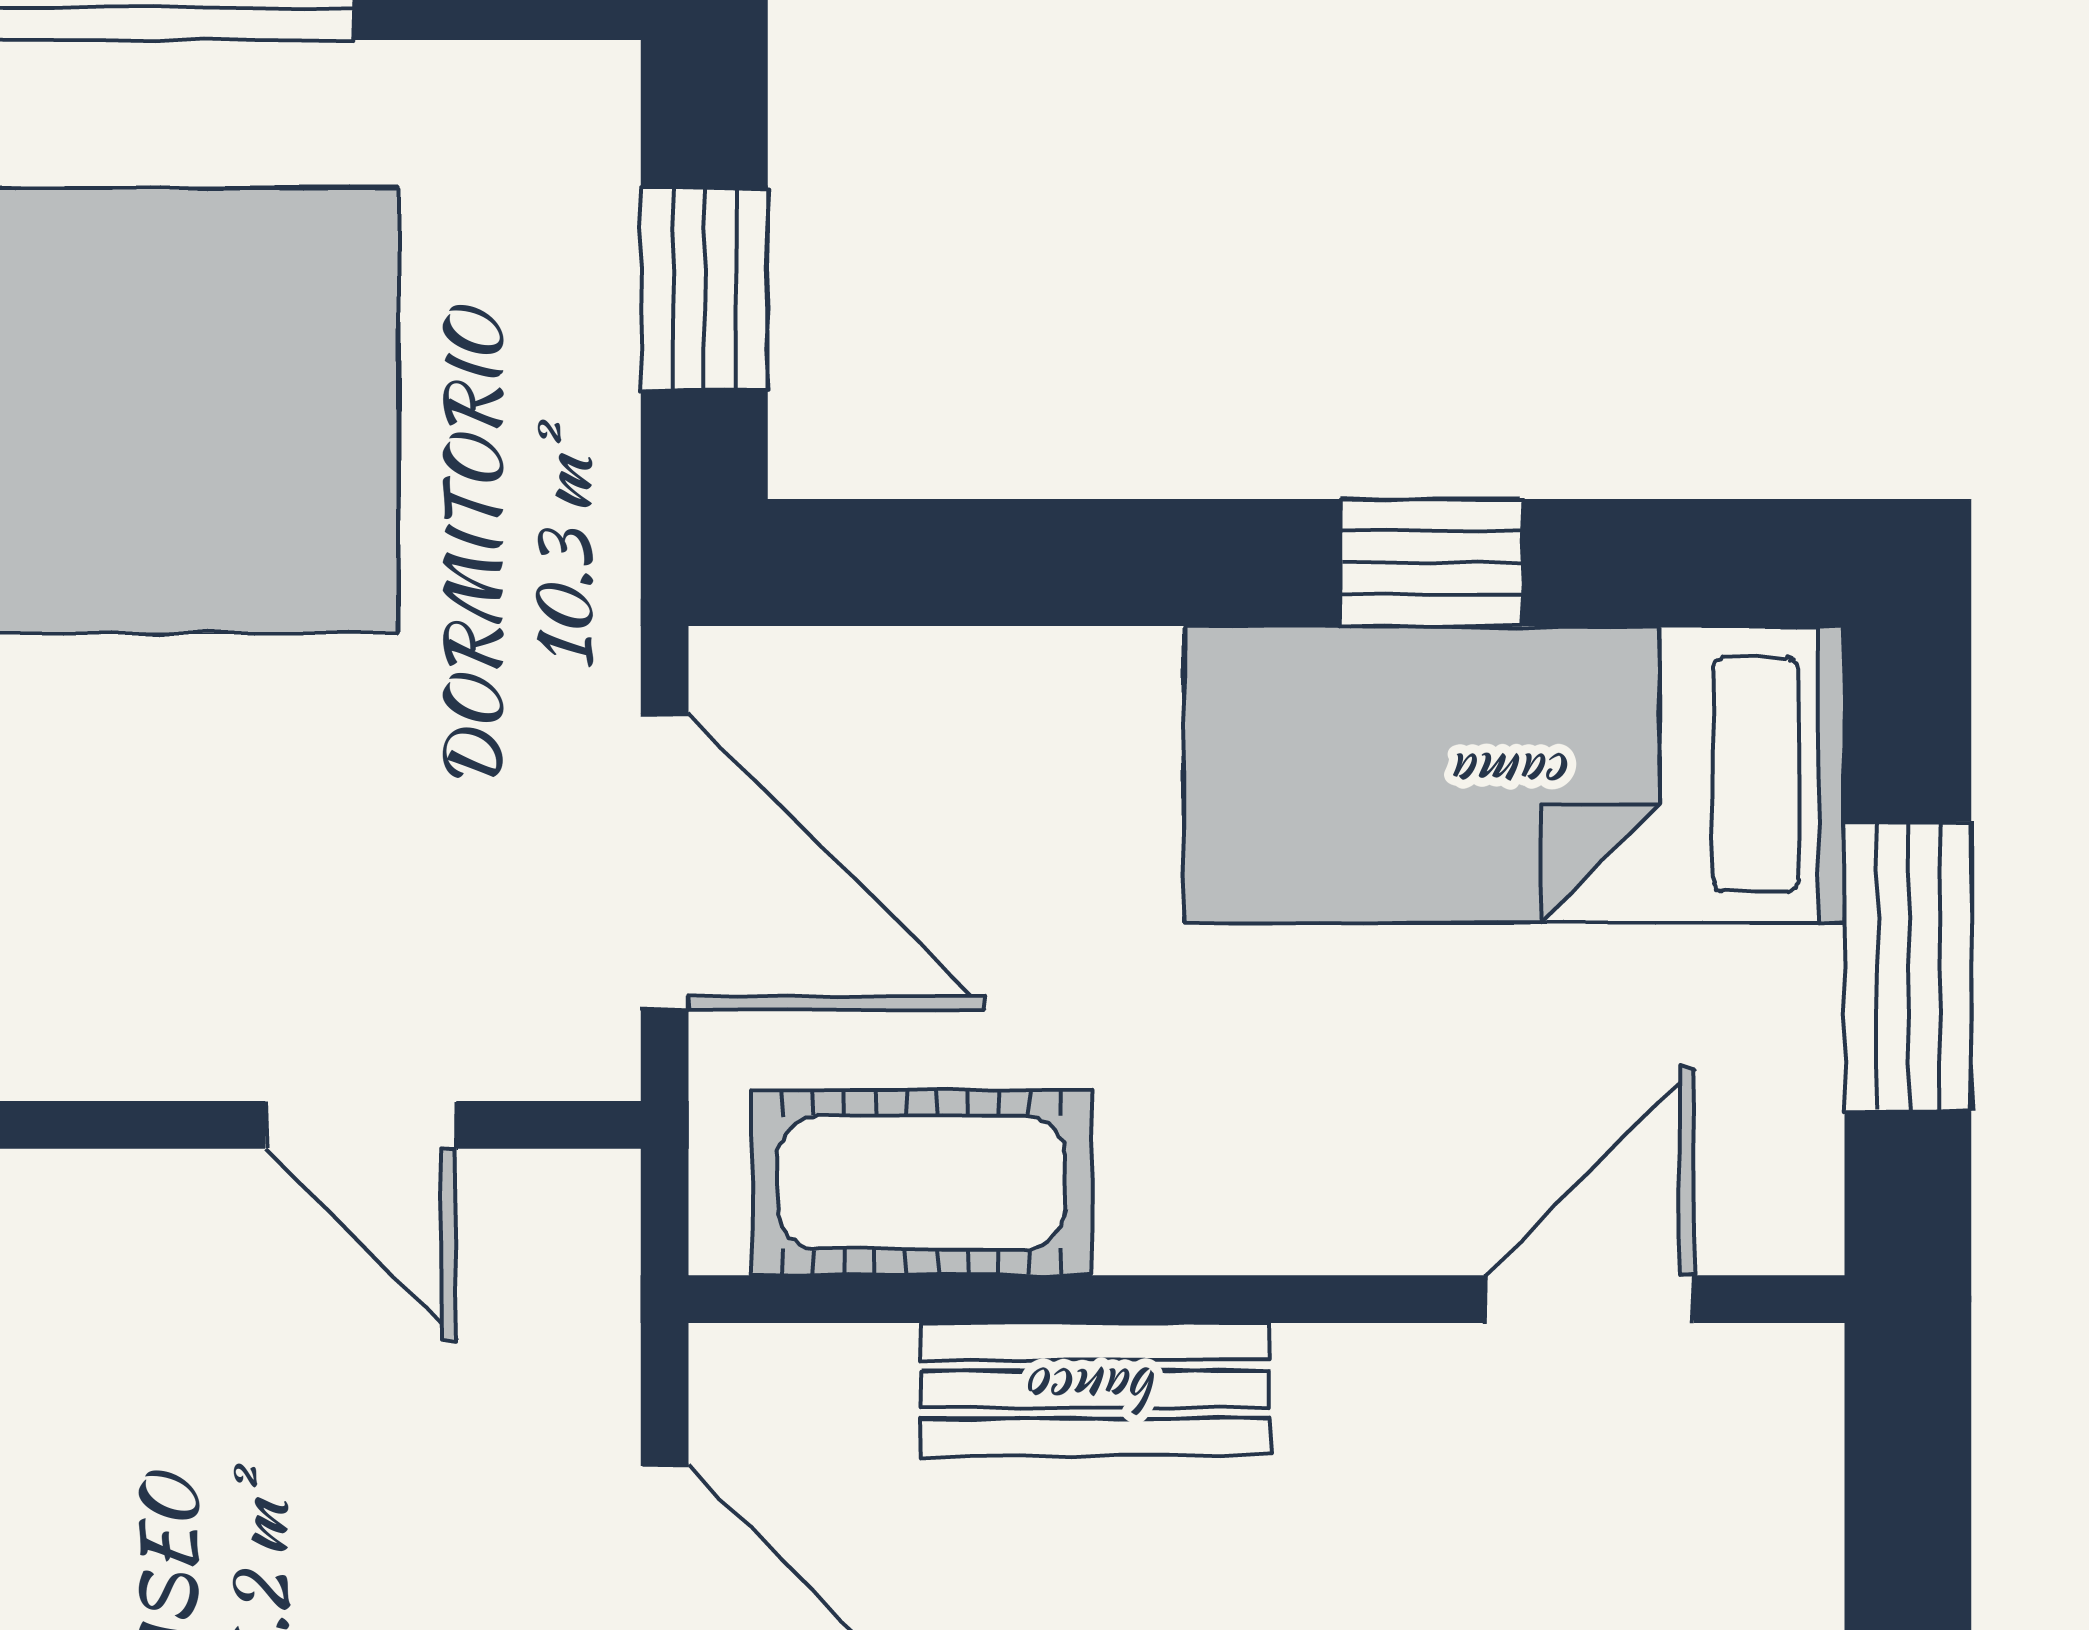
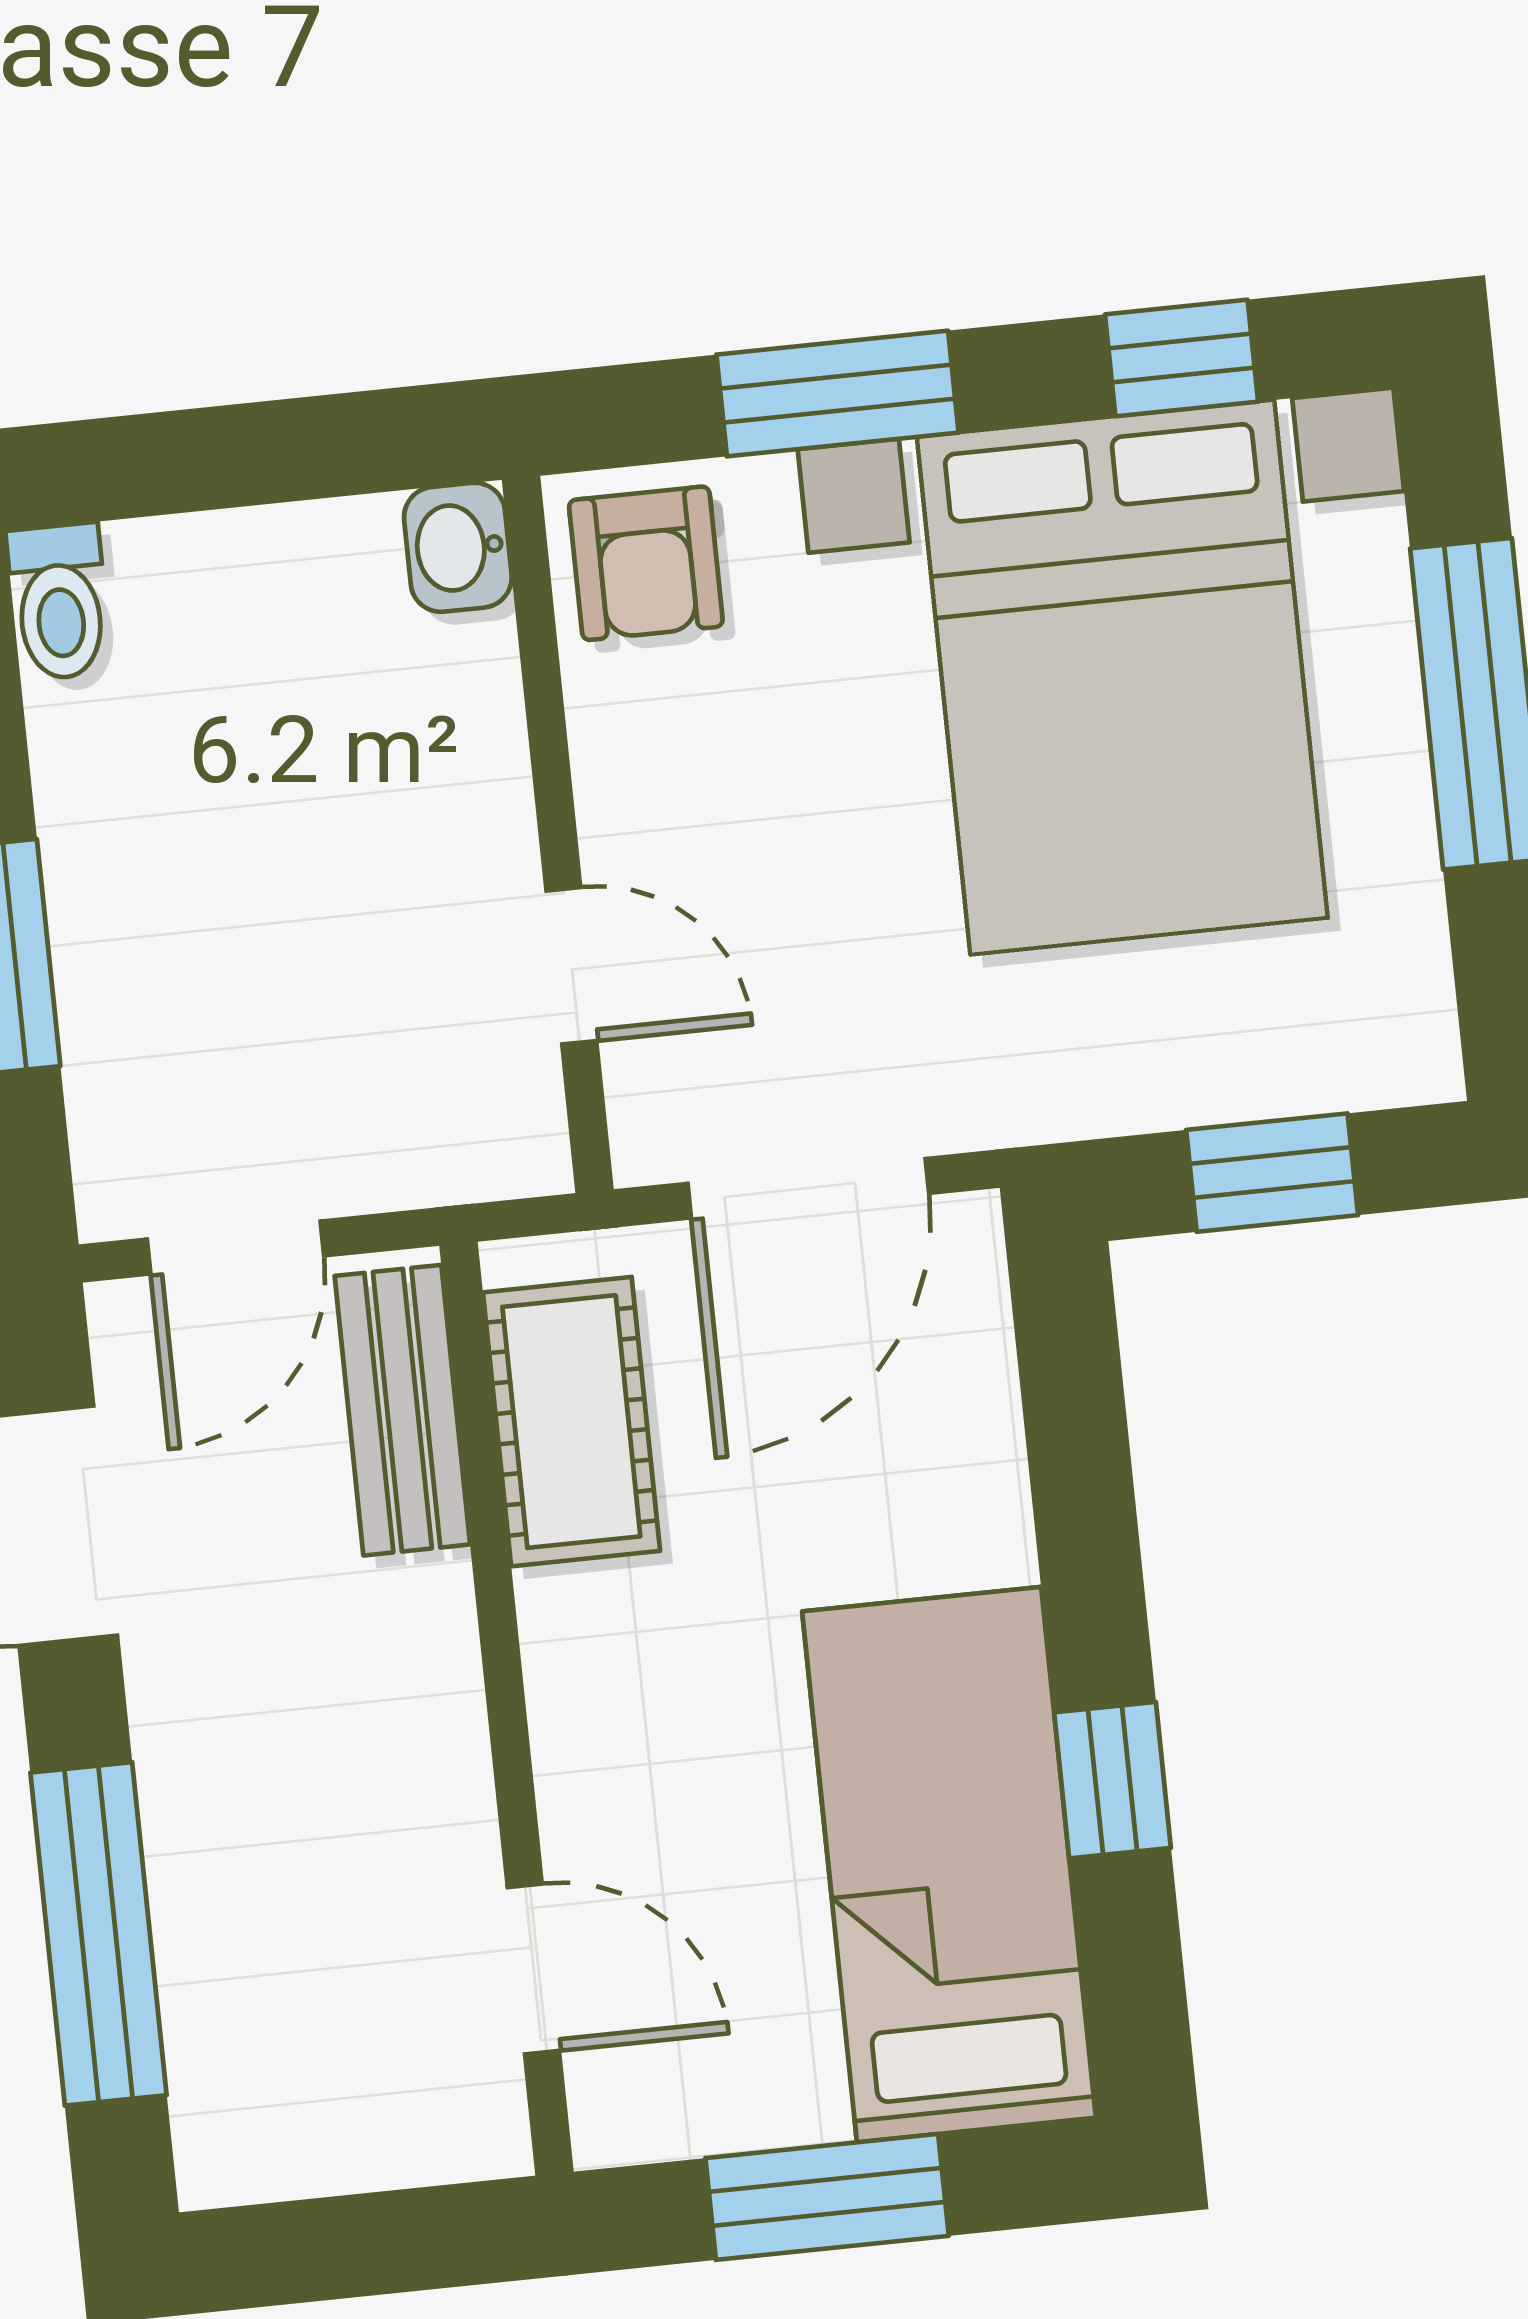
door: (361, 1125) -> (571, 966), swing flipped
bench: (1095, 1389) -> (402, 1410), moved

